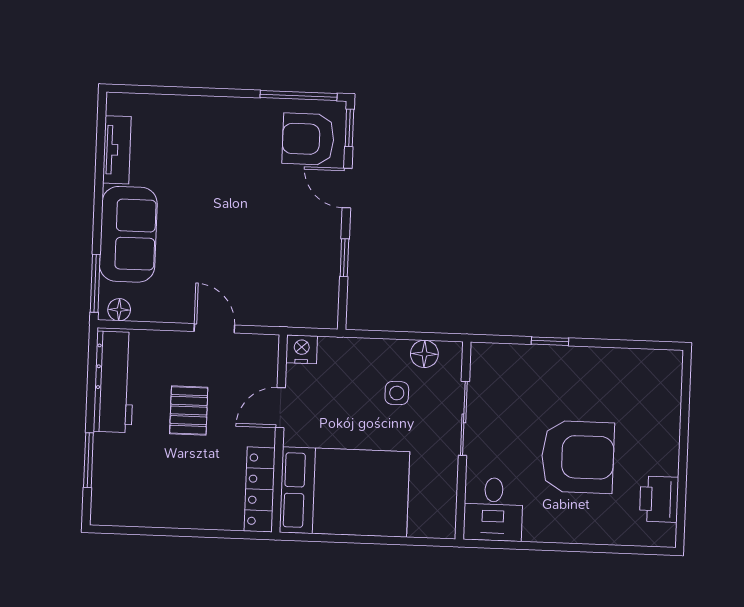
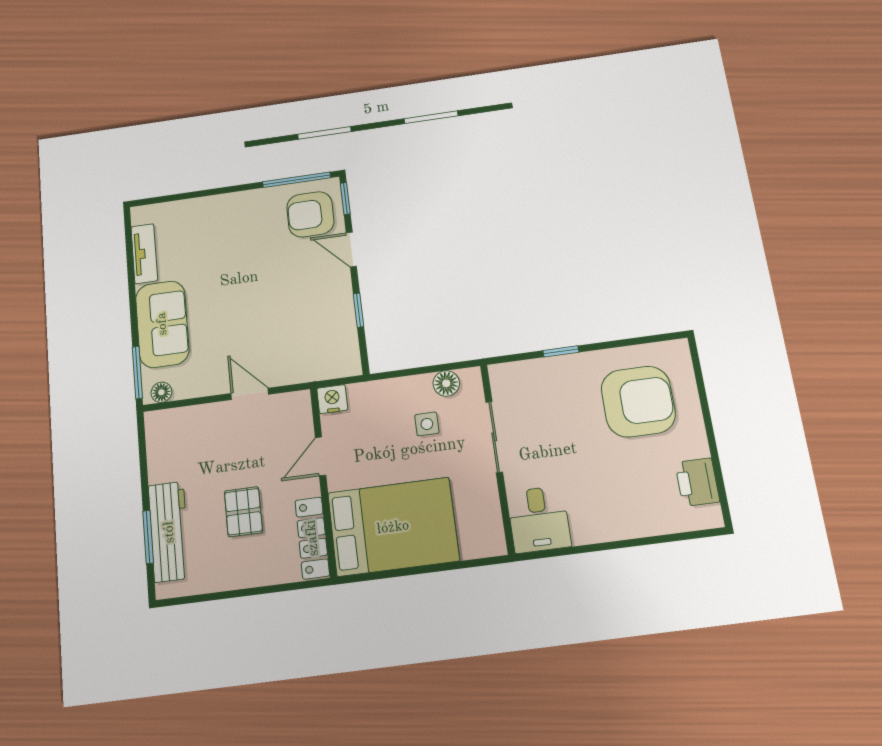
workbench: (114, 382) -> (169, 532), moved
pallet: (189, 411) -> (243, 512), moved
armchair: (578, 457) -> (638, 401), moved

